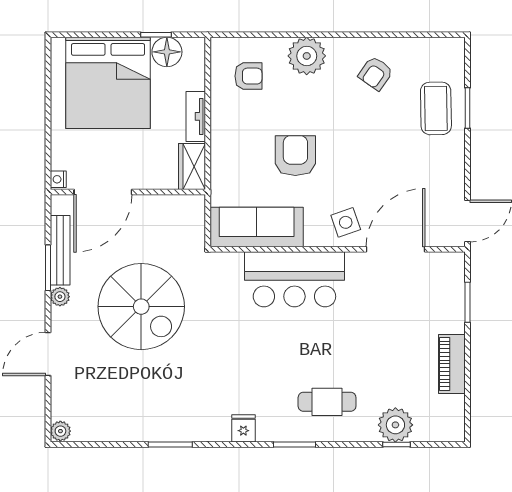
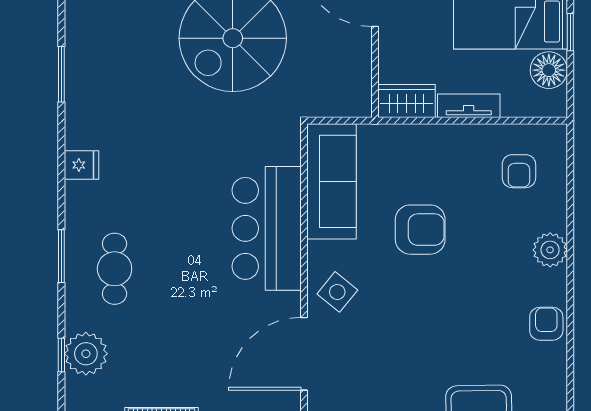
window: (156, 35) -> (570, 32), moved
plant: (307, 56) -> (550, 250), width x0.73, depth x0.73
armchair: (376, 73) -> (546, 324), moved, turned 55
side table: (346, 222) -> (337, 292), turned -32
door: (395, 249) -> (304, 354), swing flipped
window: (294, 445) -> (61, 256), moved

